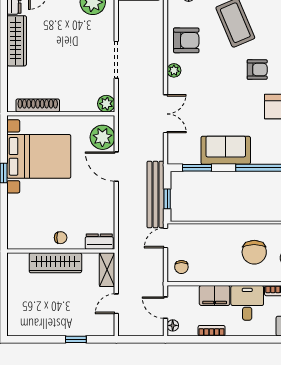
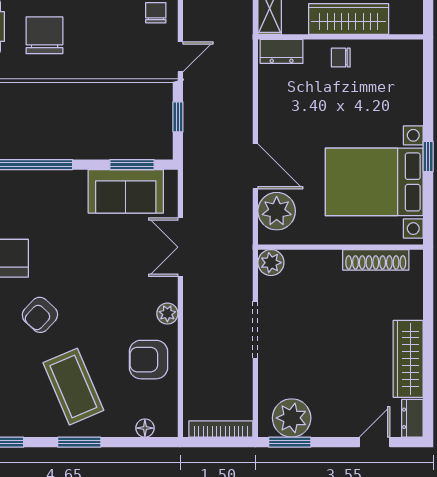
armchair: (257, 70) -> (40, 315), turned -47
sofa: (226, 150) -> (126, 191), moved
bench: (155, 195) -> (196, 124), removed

